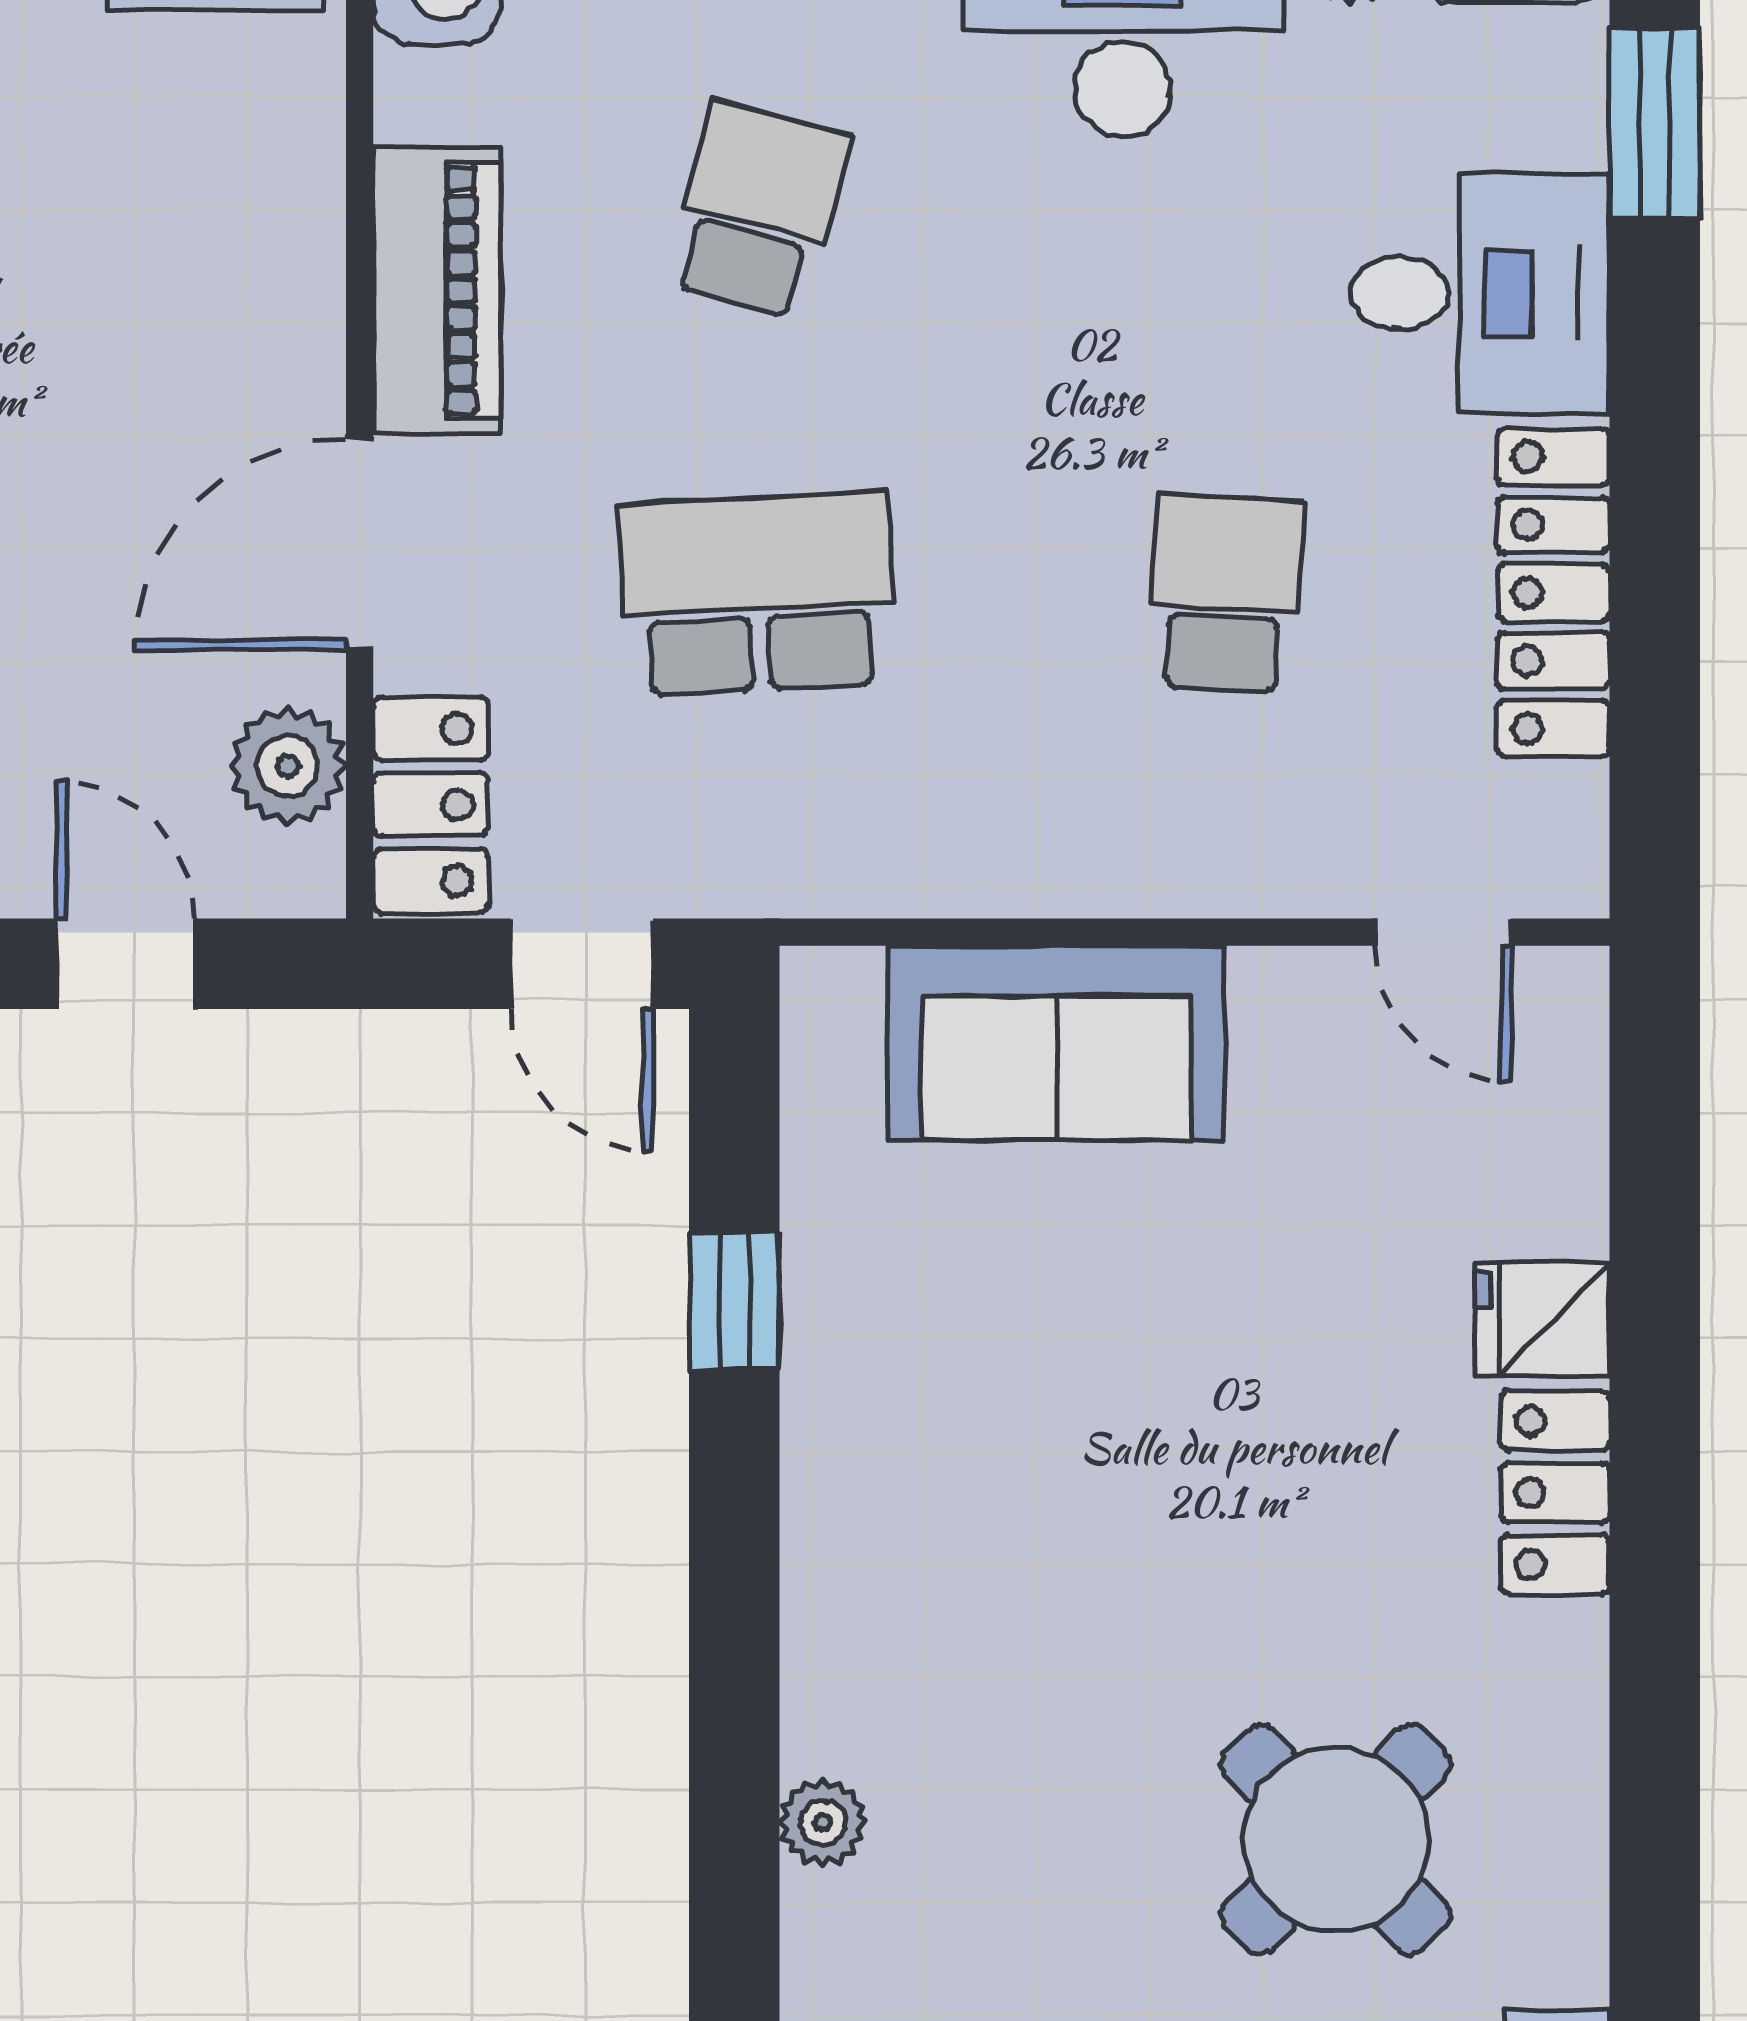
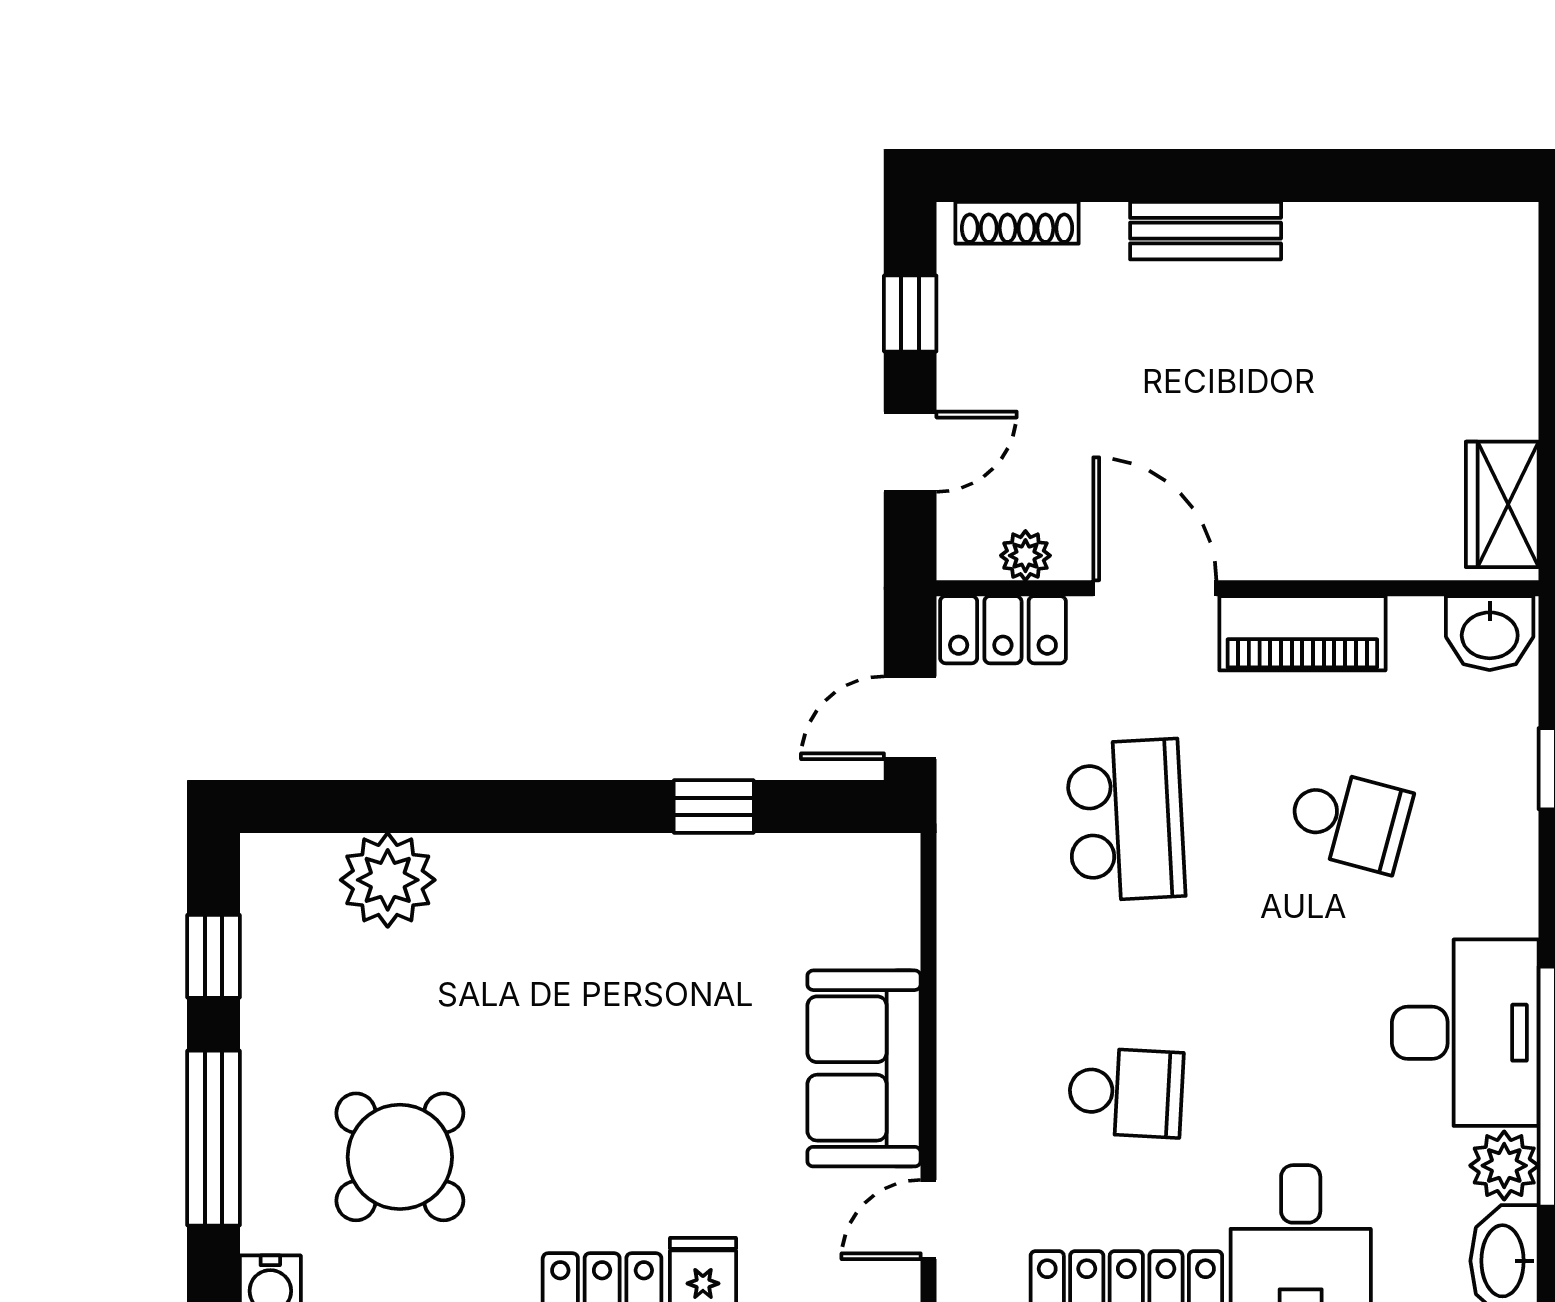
plant: (288, 766) -> (1025, 556), width x0.73, depth x0.73
sofa: (1057, 1043) -> (864, 1068), moved
plant: (822, 1823) -> (388, 880), width x1.87, depth x1.87

